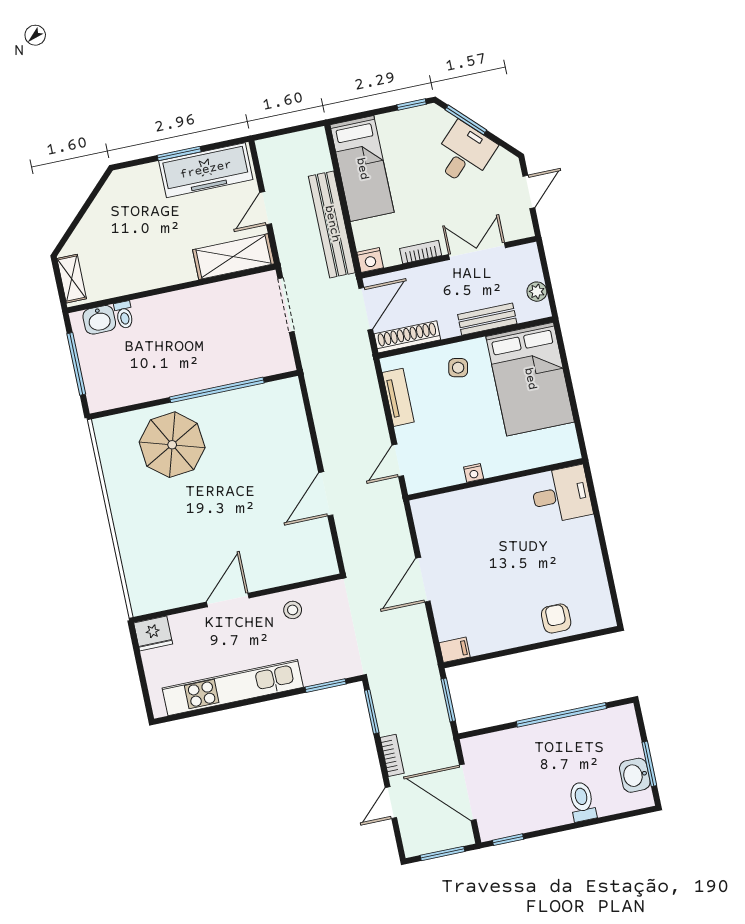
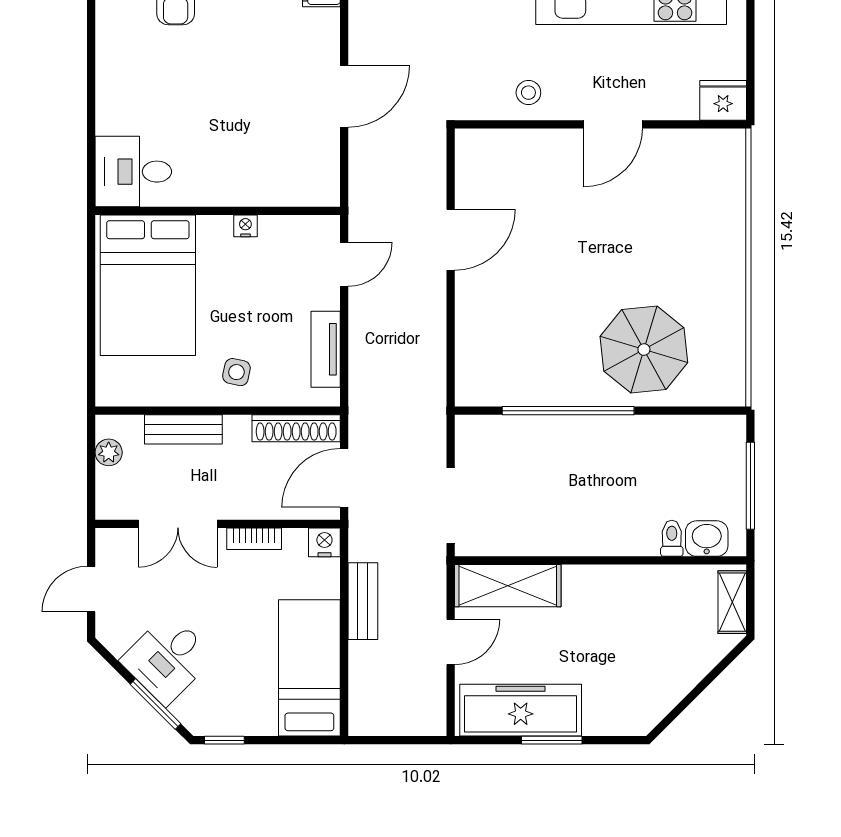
bench: (332, 224) -> (363, 601), width x0.54, depth x0.82
bed: (530, 379) -> (148, 285), moved, turned 180

